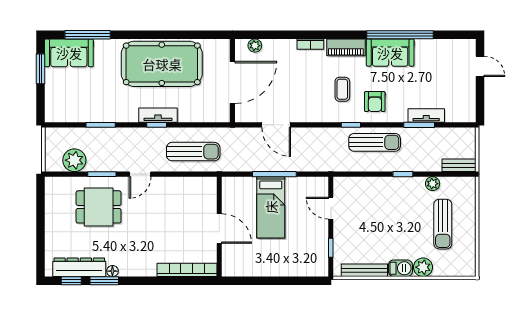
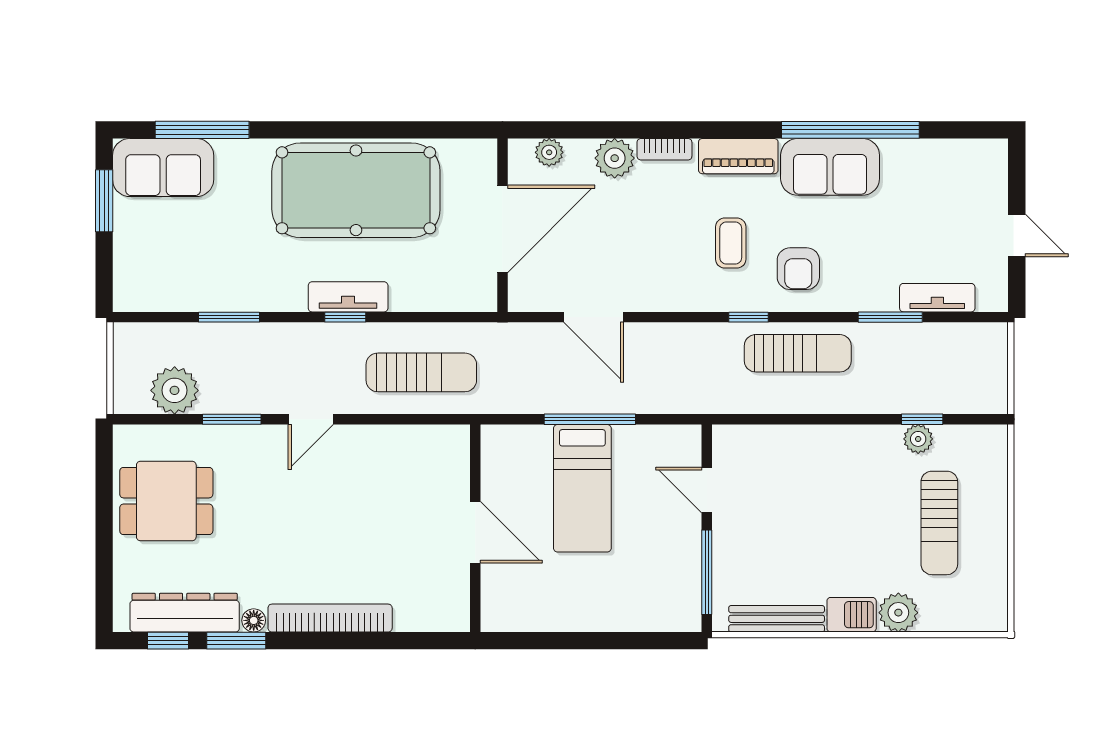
plant: (286, 48) -> (615, 158), added
door: (480, 66) -> (1017, 235), moved
tv unit: (426, 116) -> (937, 298), moved
bench: (459, 165) -> (973, 401), removed
window: (403, 174) -> (922, 419), moved
dining table: (99, 207) -> (166, 501), moved
window: (331, 248) -> (707, 572), width x2.17
bookcase: (187, 270) -> (330, 618), moved

